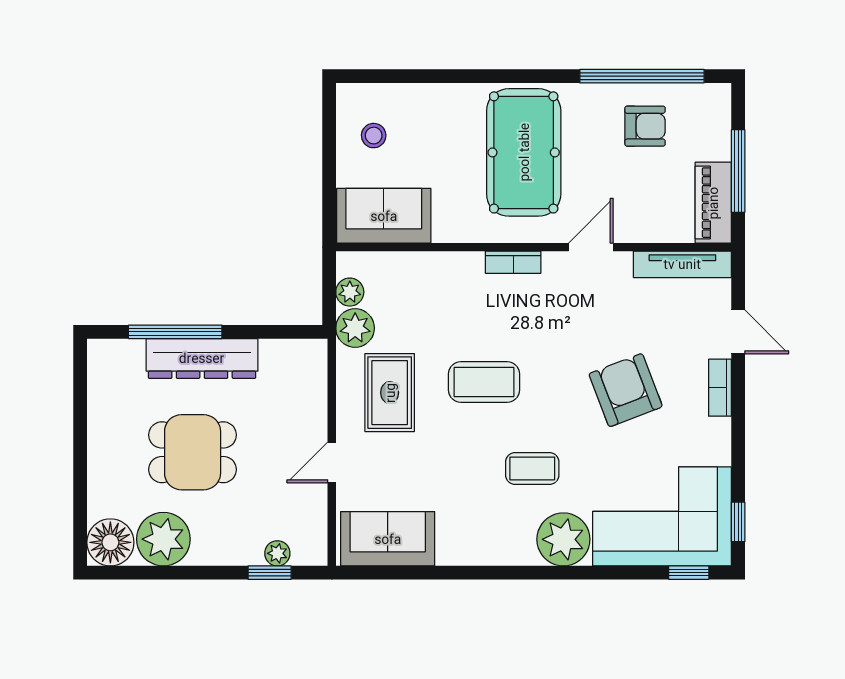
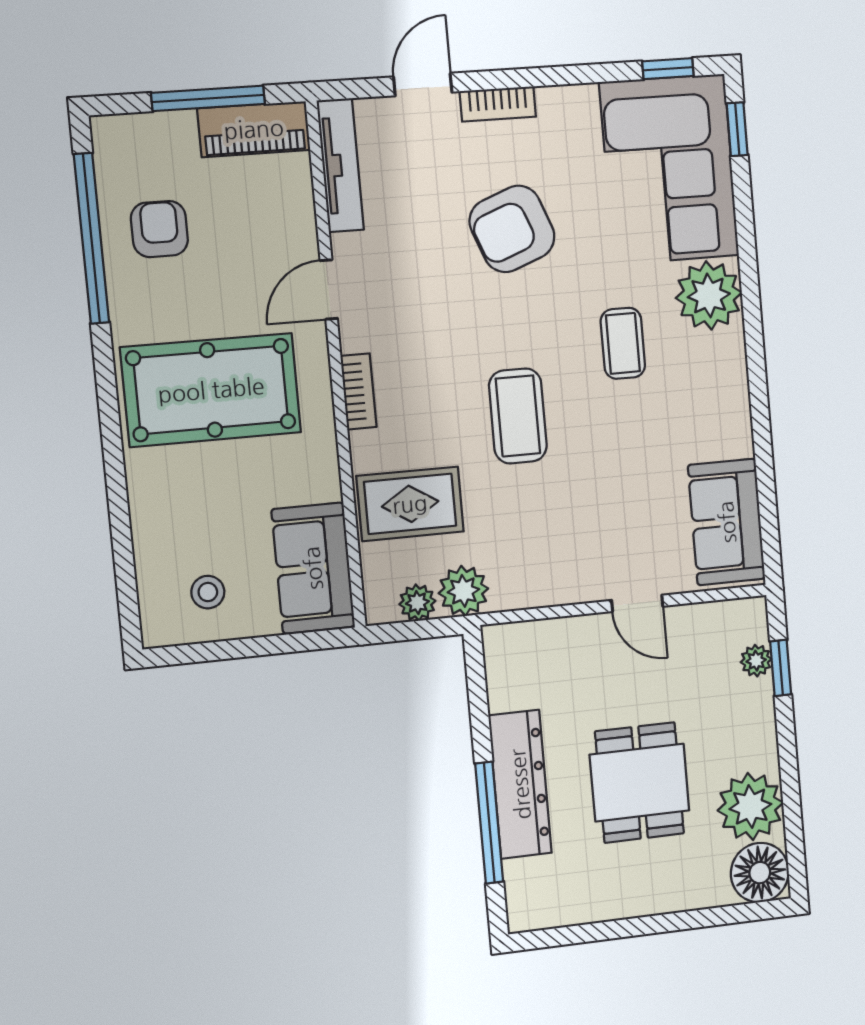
door: (591, 247) -> (329, 290), hinge flipped
rug: (390, 393) -> (410, 504), moved

